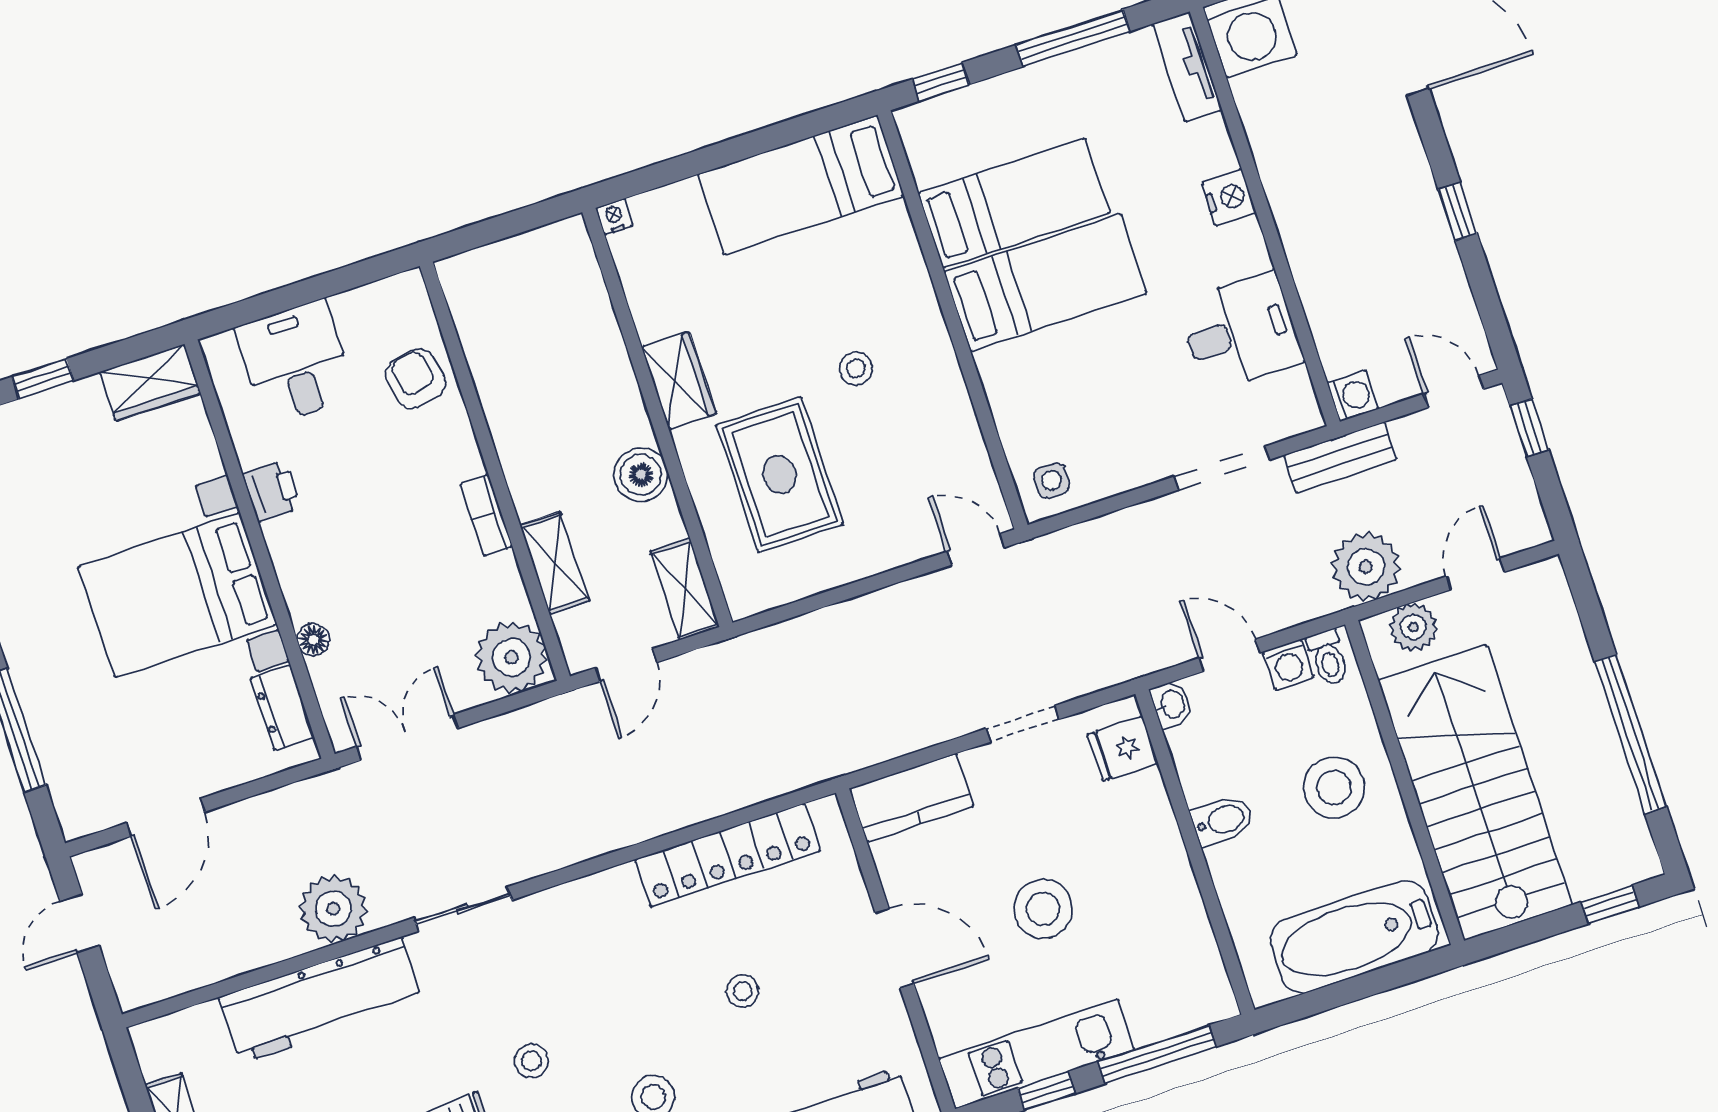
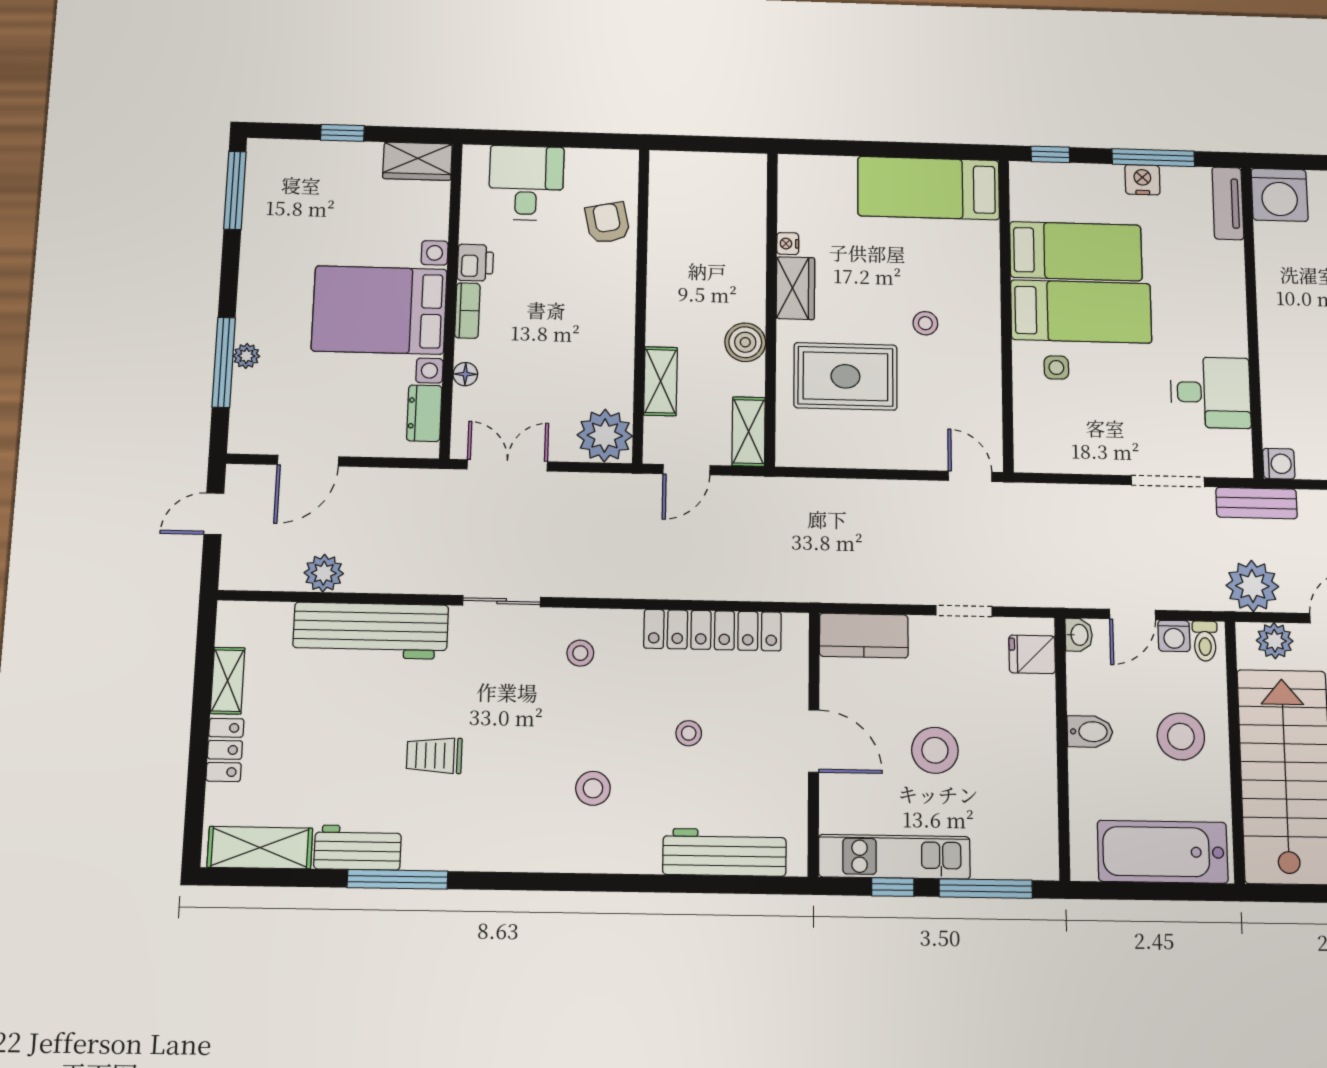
nightstand: (1229, 197) -> (1142, 180), moved, turned -90
nightstand: (614, 217) -> (788, 244), moved, turned -90
rug: (780, 475) -> (845, 376), turned 90
side table: (1052, 480) -> (1056, 368), moved
bookcase: (486, 515) -> (467, 311), moved, turned 180
door: (1229, 655) -> (1132, 615), swing flipped
plant: (40, 712) -> (246, 356), added
plant: (333, 909) -> (324, 573), moved, width x0.73, depth x0.73
stool: (531, 1061) -> (580, 653), moved

